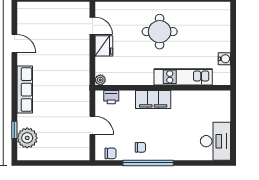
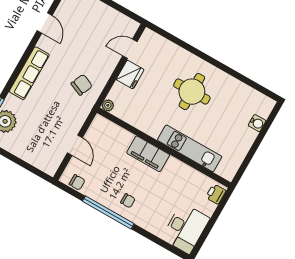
door: (92, 26) -> (130, 49), swing flipped
water cooler: (224, 59) -> (257, 123), moved
chair: (71, 75) -> (82, 85), added
printer: (111, 97) -> (216, 194), moved, turned 90
chair: (140, 147) -> (128, 201), moved

